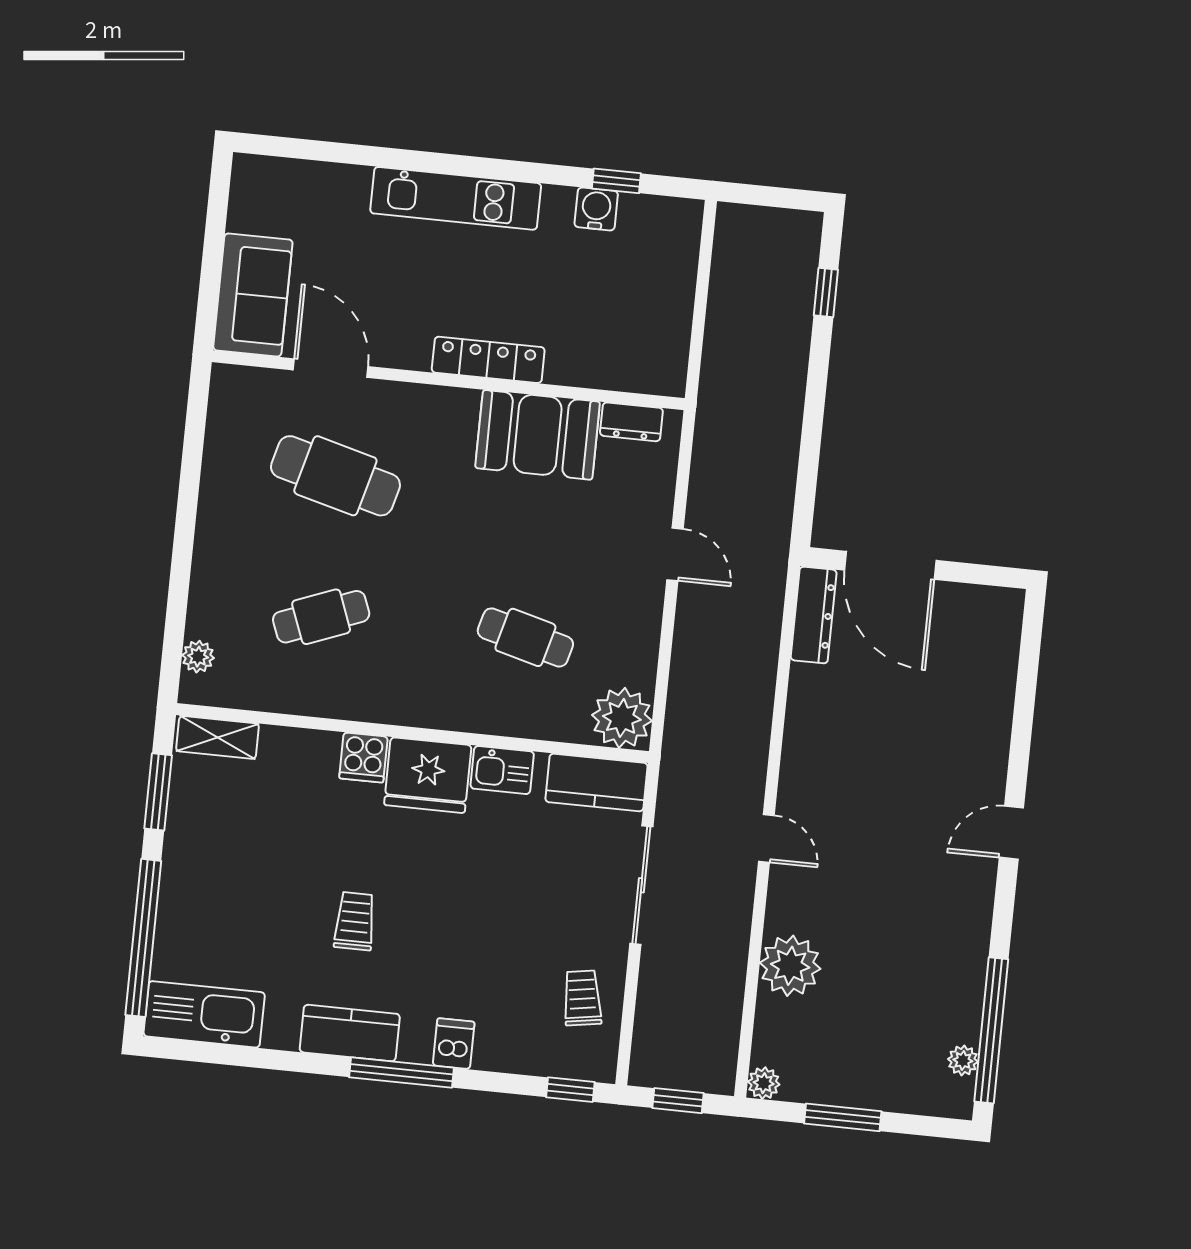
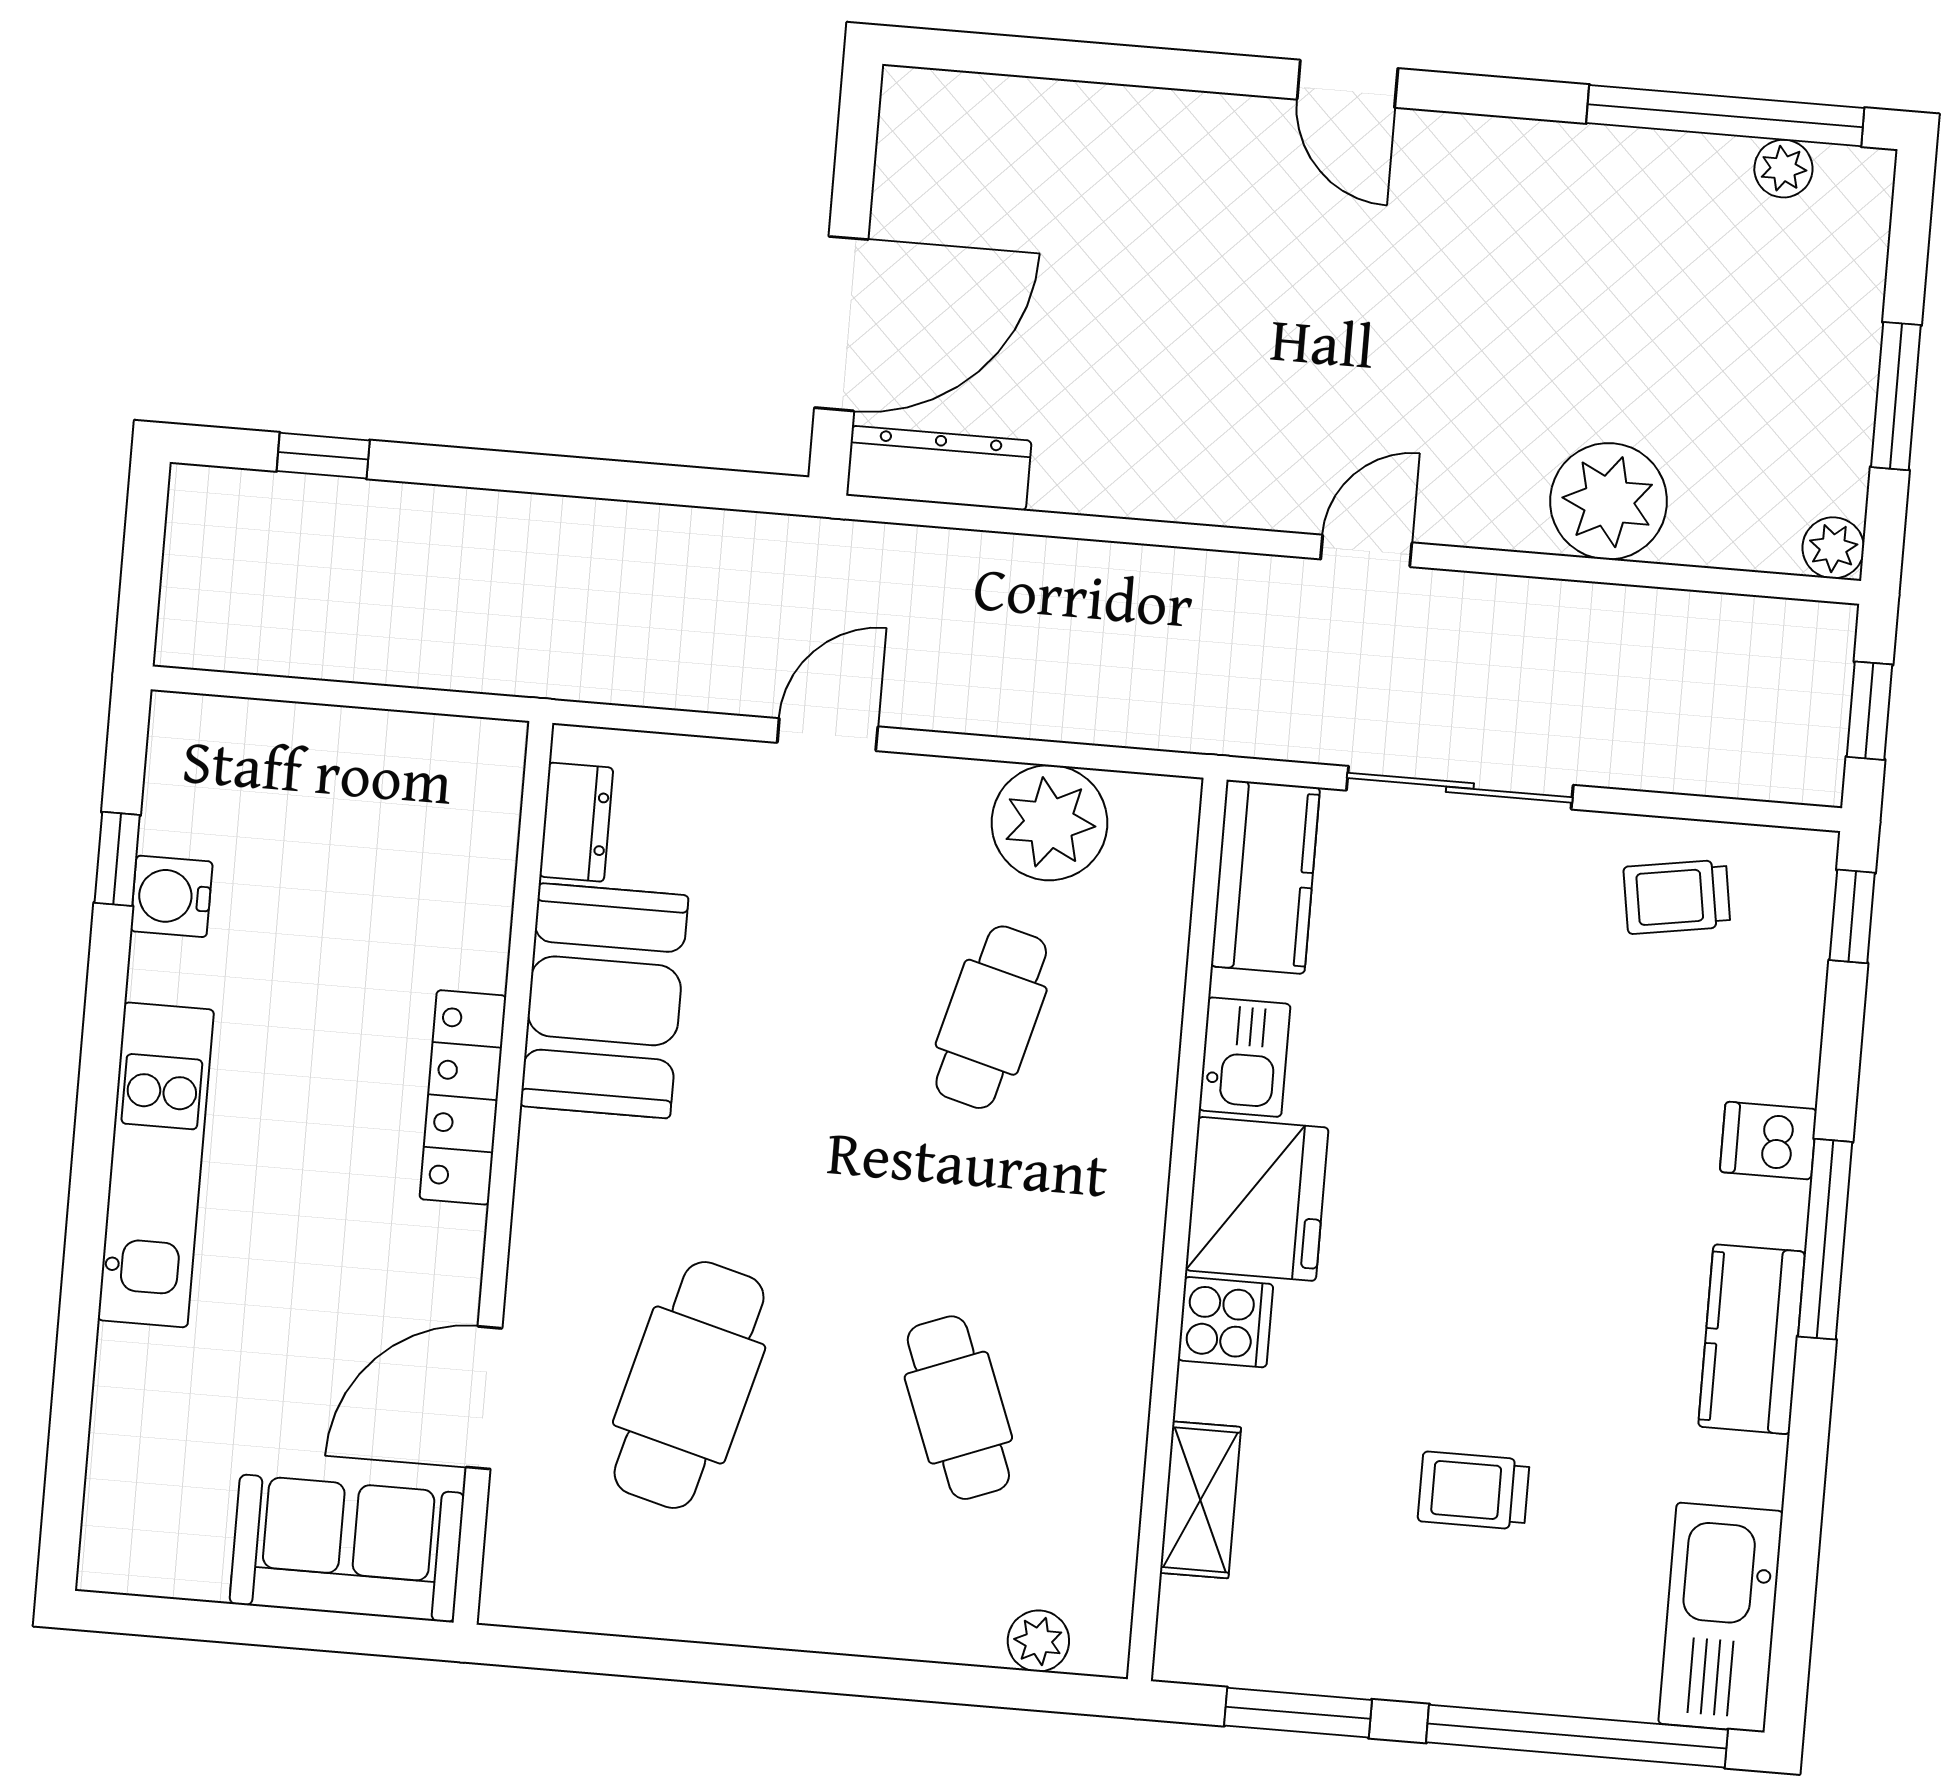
plant: (622, 718) -> (1049, 823), moved
shelving: (218, 737) -> (1200, 1500), moved
trolley: (355, 921) -> (1474, 1491), moved

